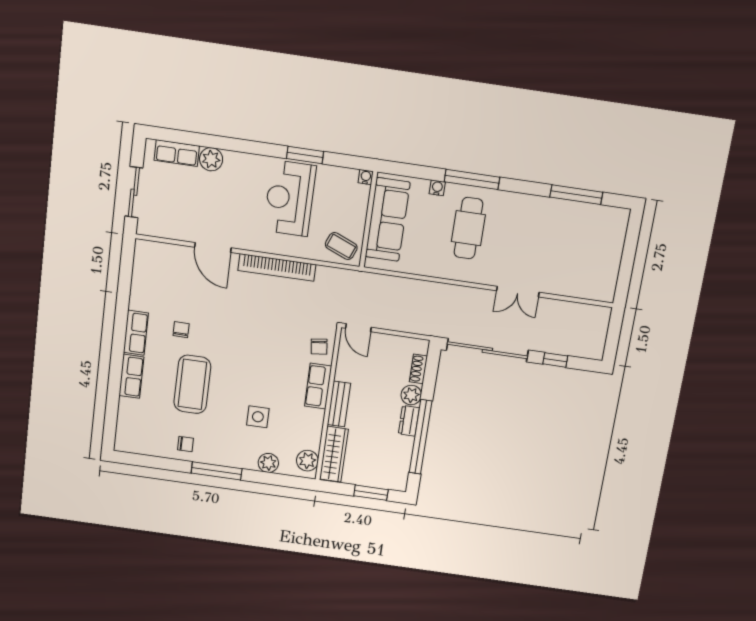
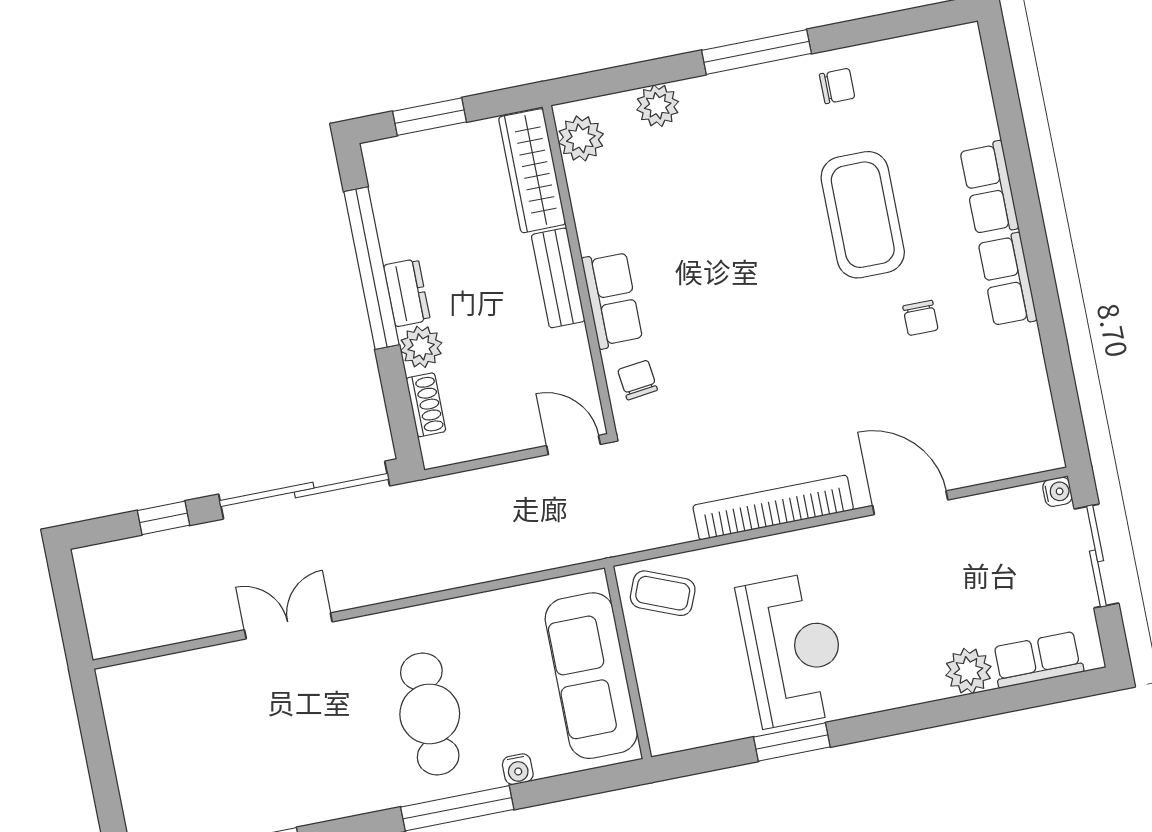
water cooler: (366, 177) -> (1057, 492), moved, turned -90
side table: (258, 417) -> (711, 194), removed
chair: (185, 444) -> (837, 86), turned 180

